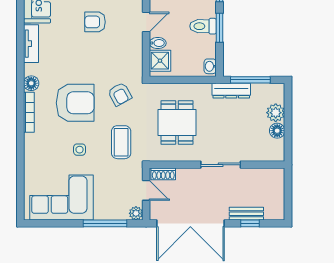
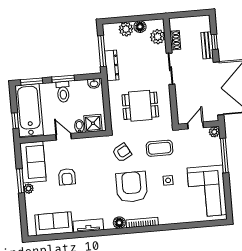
plant: (263, 152) -> (158, 37), added
shoe rack: (163, 174) -> (175, 40), moved

